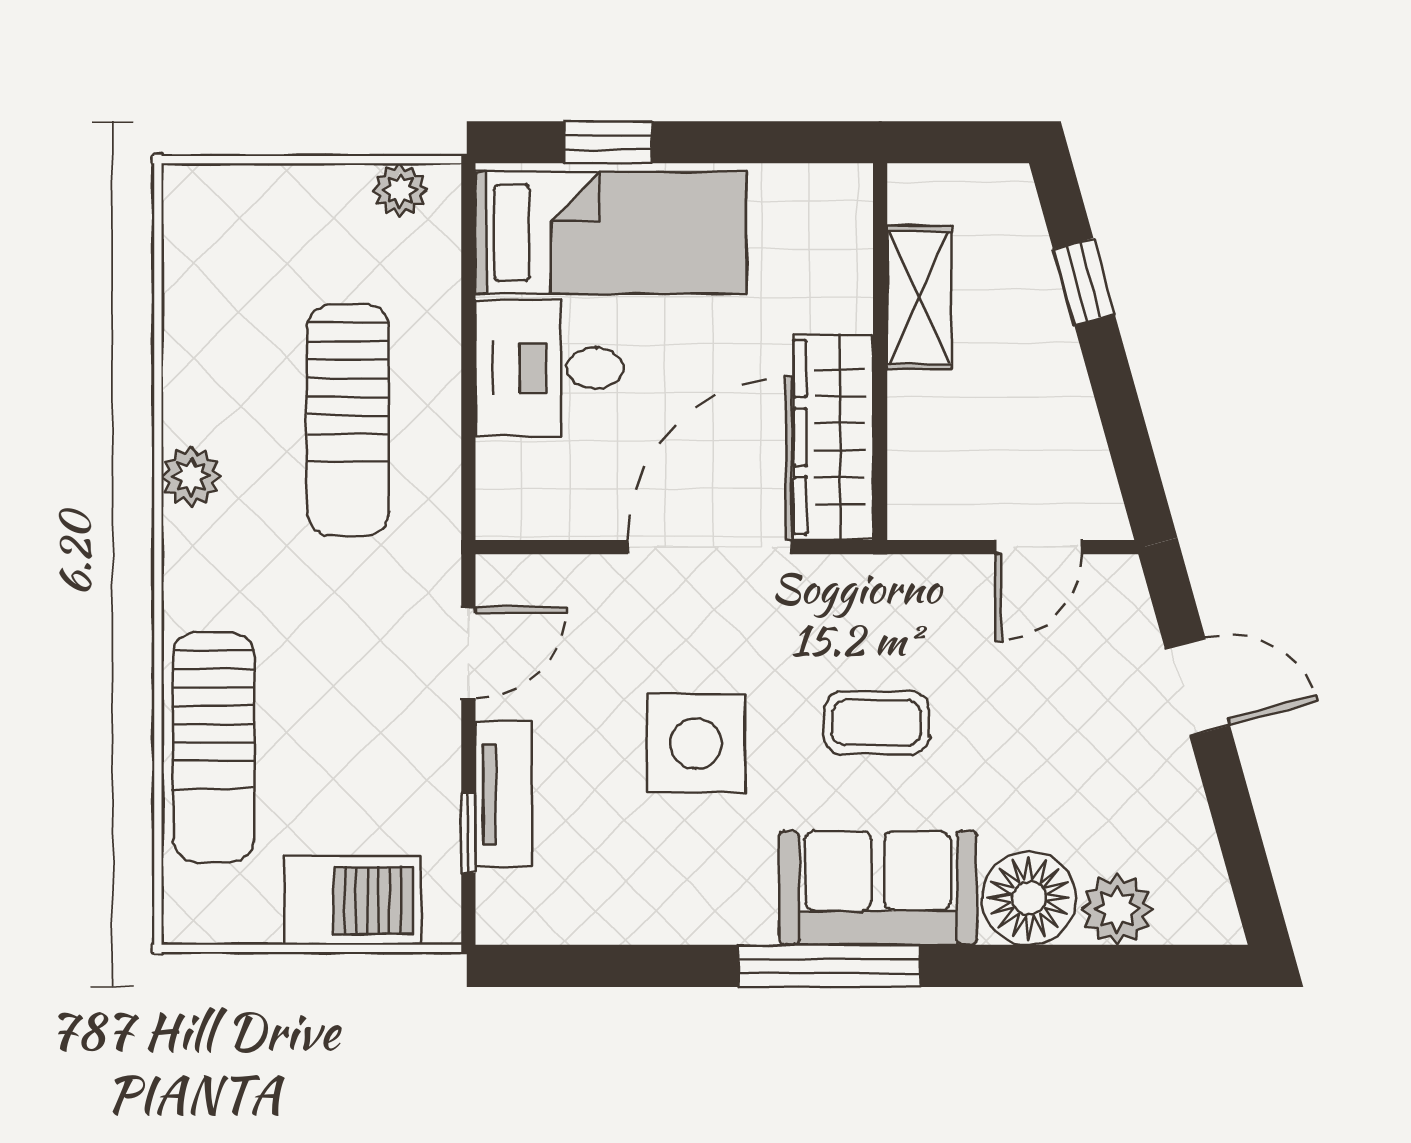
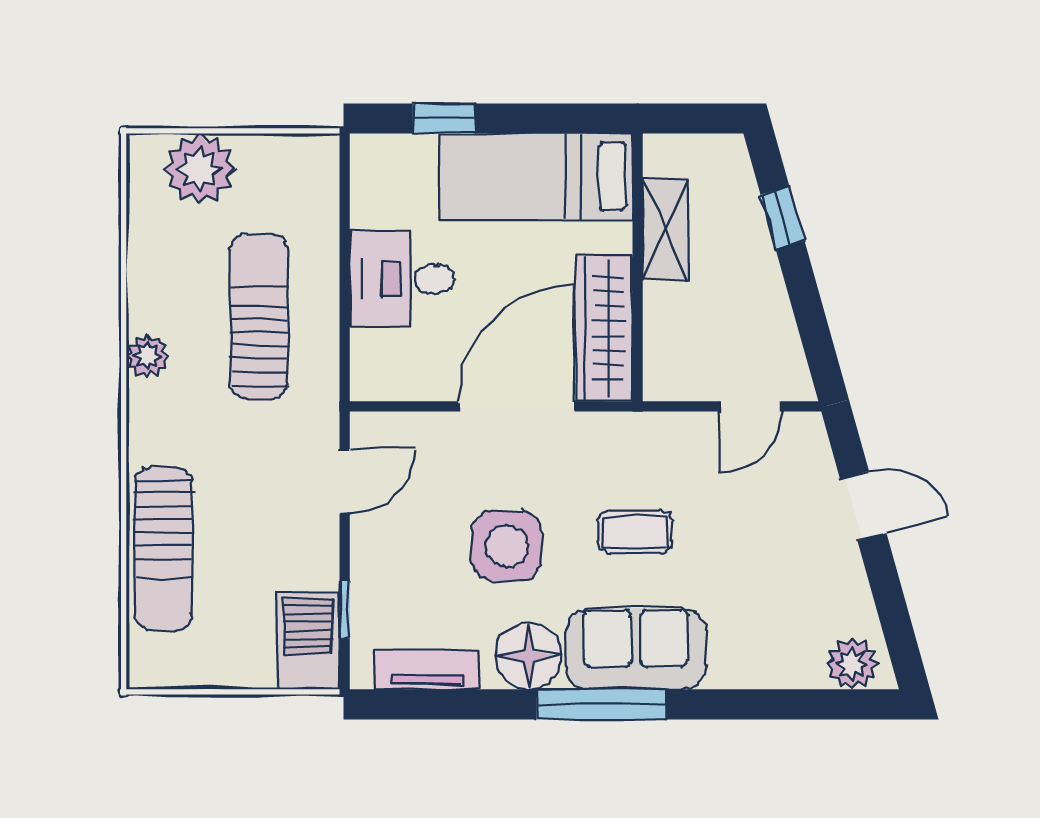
plant: (400, 190) -> (200, 169), moved, width x1.88, depth x1.88
bed: (611, 233) -> (536, 177), moved, turned 180
sun lounger: (348, 420) -> (259, 316), turned 180
tv unit: (503, 794) -> (427, 670), moved, turned -90
floor lamp: (1029, 898) -> (528, 656), moved
barbecue: (353, 900) -> (308, 641), moved, turned -90
plant: (1117, 909) -> (852, 664), moved

